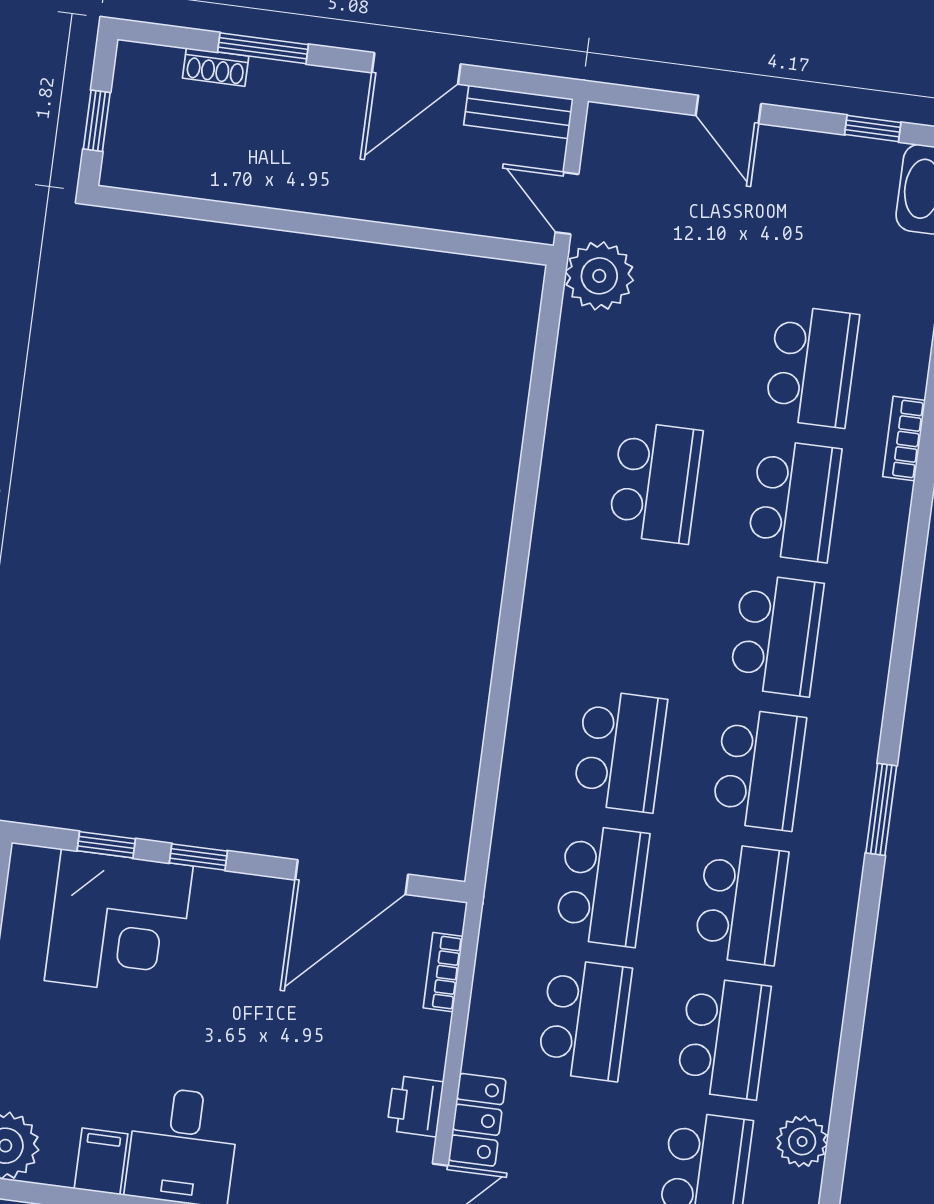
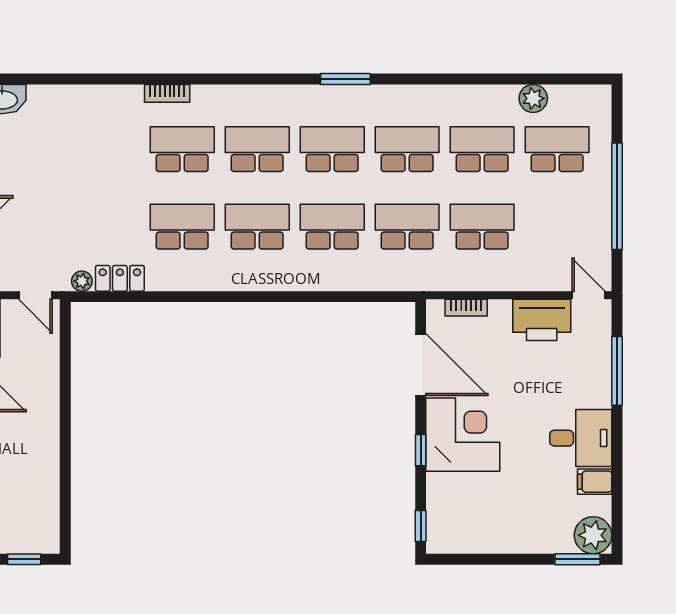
door: (567, 203) -> (35, 295), hinge flipped
plant: (599, 276) -> (82, 281), width x0.53, depth x0.53
school desk: (812, 366) -> (257, 227), moved
bookcase: (904, 438) -> (167, 93), moved
window: (106, 845) -> (421, 526), moved
corner desk: (119, 923) -> (463, 435), moved
printer: (415, 1106) -> (542, 320), width x1.87, depth x1.48
locker: (477, 1120) -> (120, 278), moved

